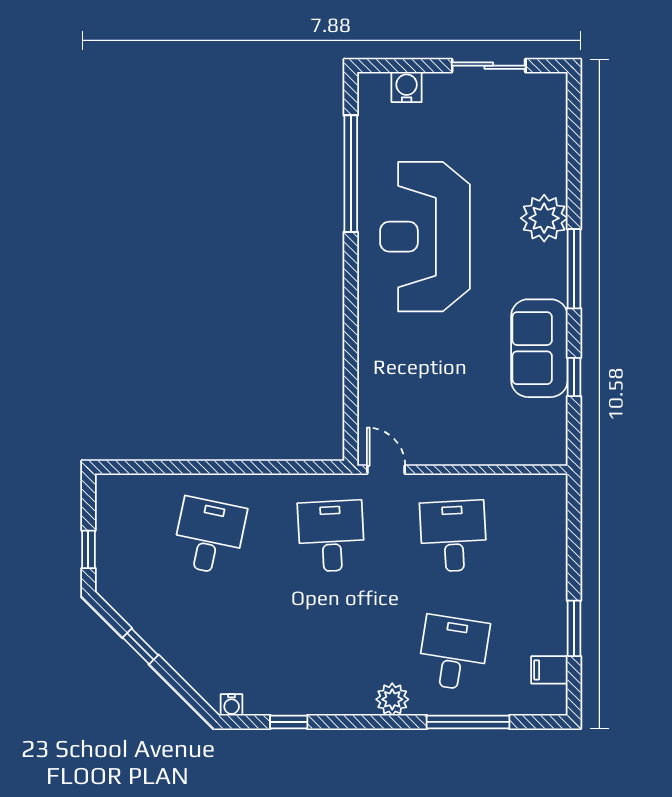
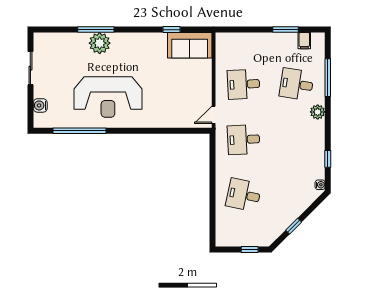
window: (574, 269) -> (96, 30), moved
sofa: (539, 348) -> (190, 45), moved

